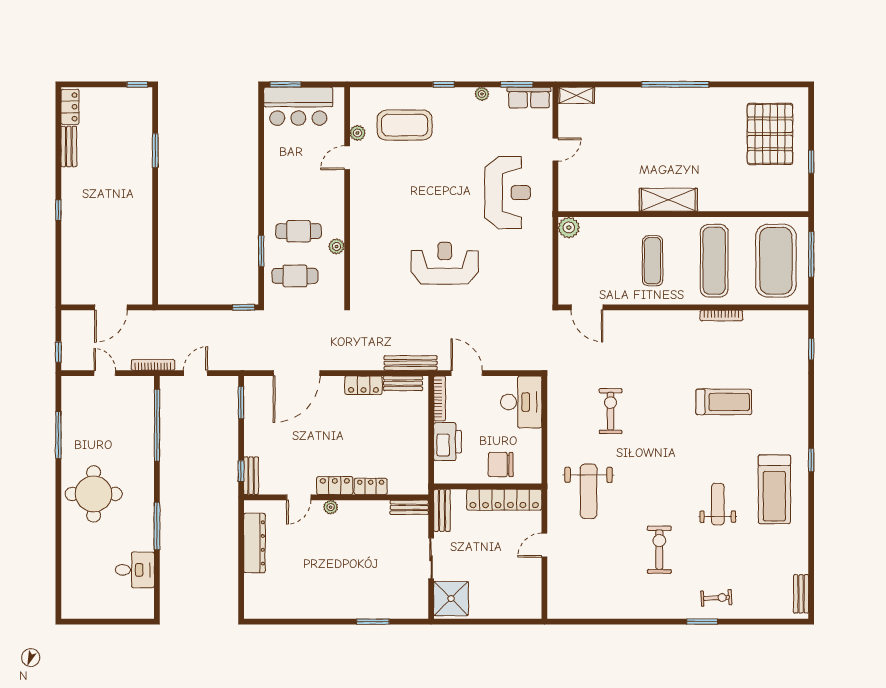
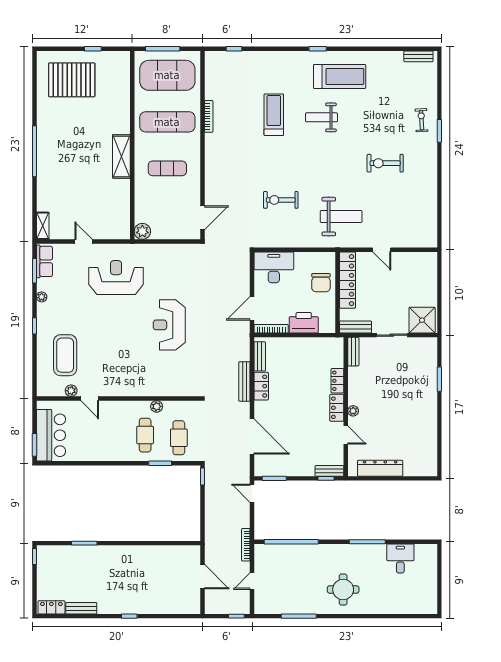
bench: (411, 363) -> (244, 381), moved
door: (195, 373) -> (252, 493), moved
round table: (94, 494) -> (343, 590), width x0.73, depth x0.73
weight bench: (718, 504) -> (321, 117), moved

